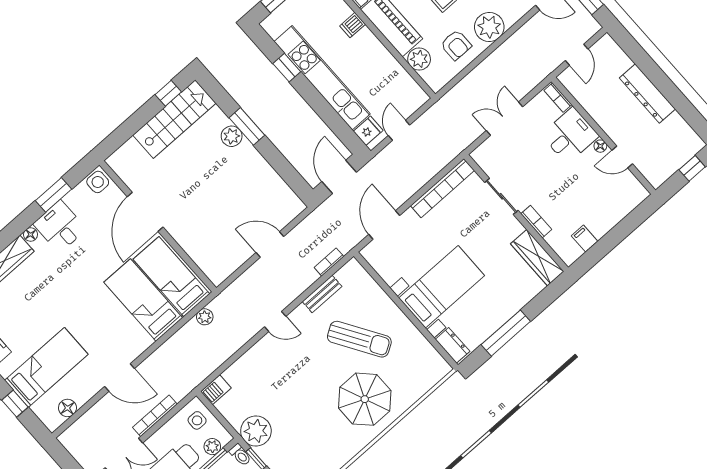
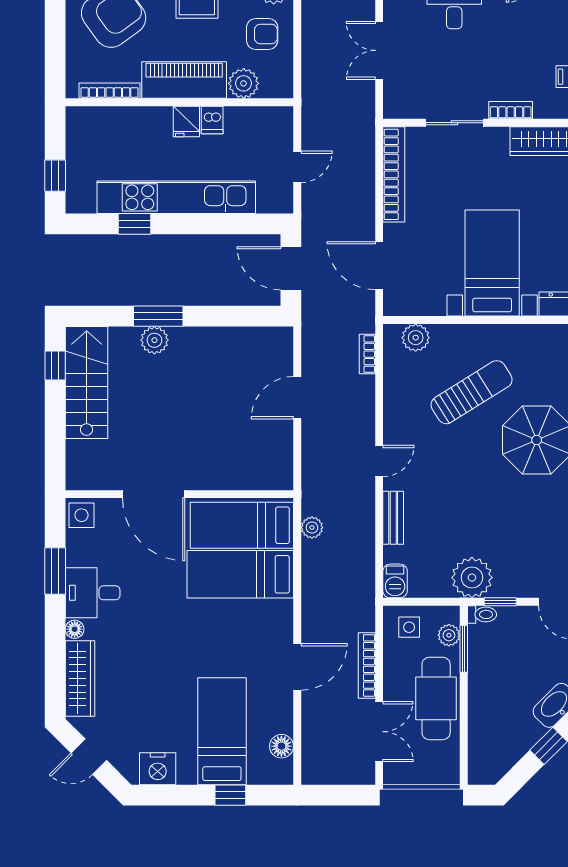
dishwasher: (353, 25) -> (212, 120), moved
door: (399, 130) -> (297, 167), swing flipped
fridge: (368, 131) -> (186, 122), moved, turned 180
plant: (362, 281) -> (416, 338), added
bench: (322, 294) -> (393, 518), moved

